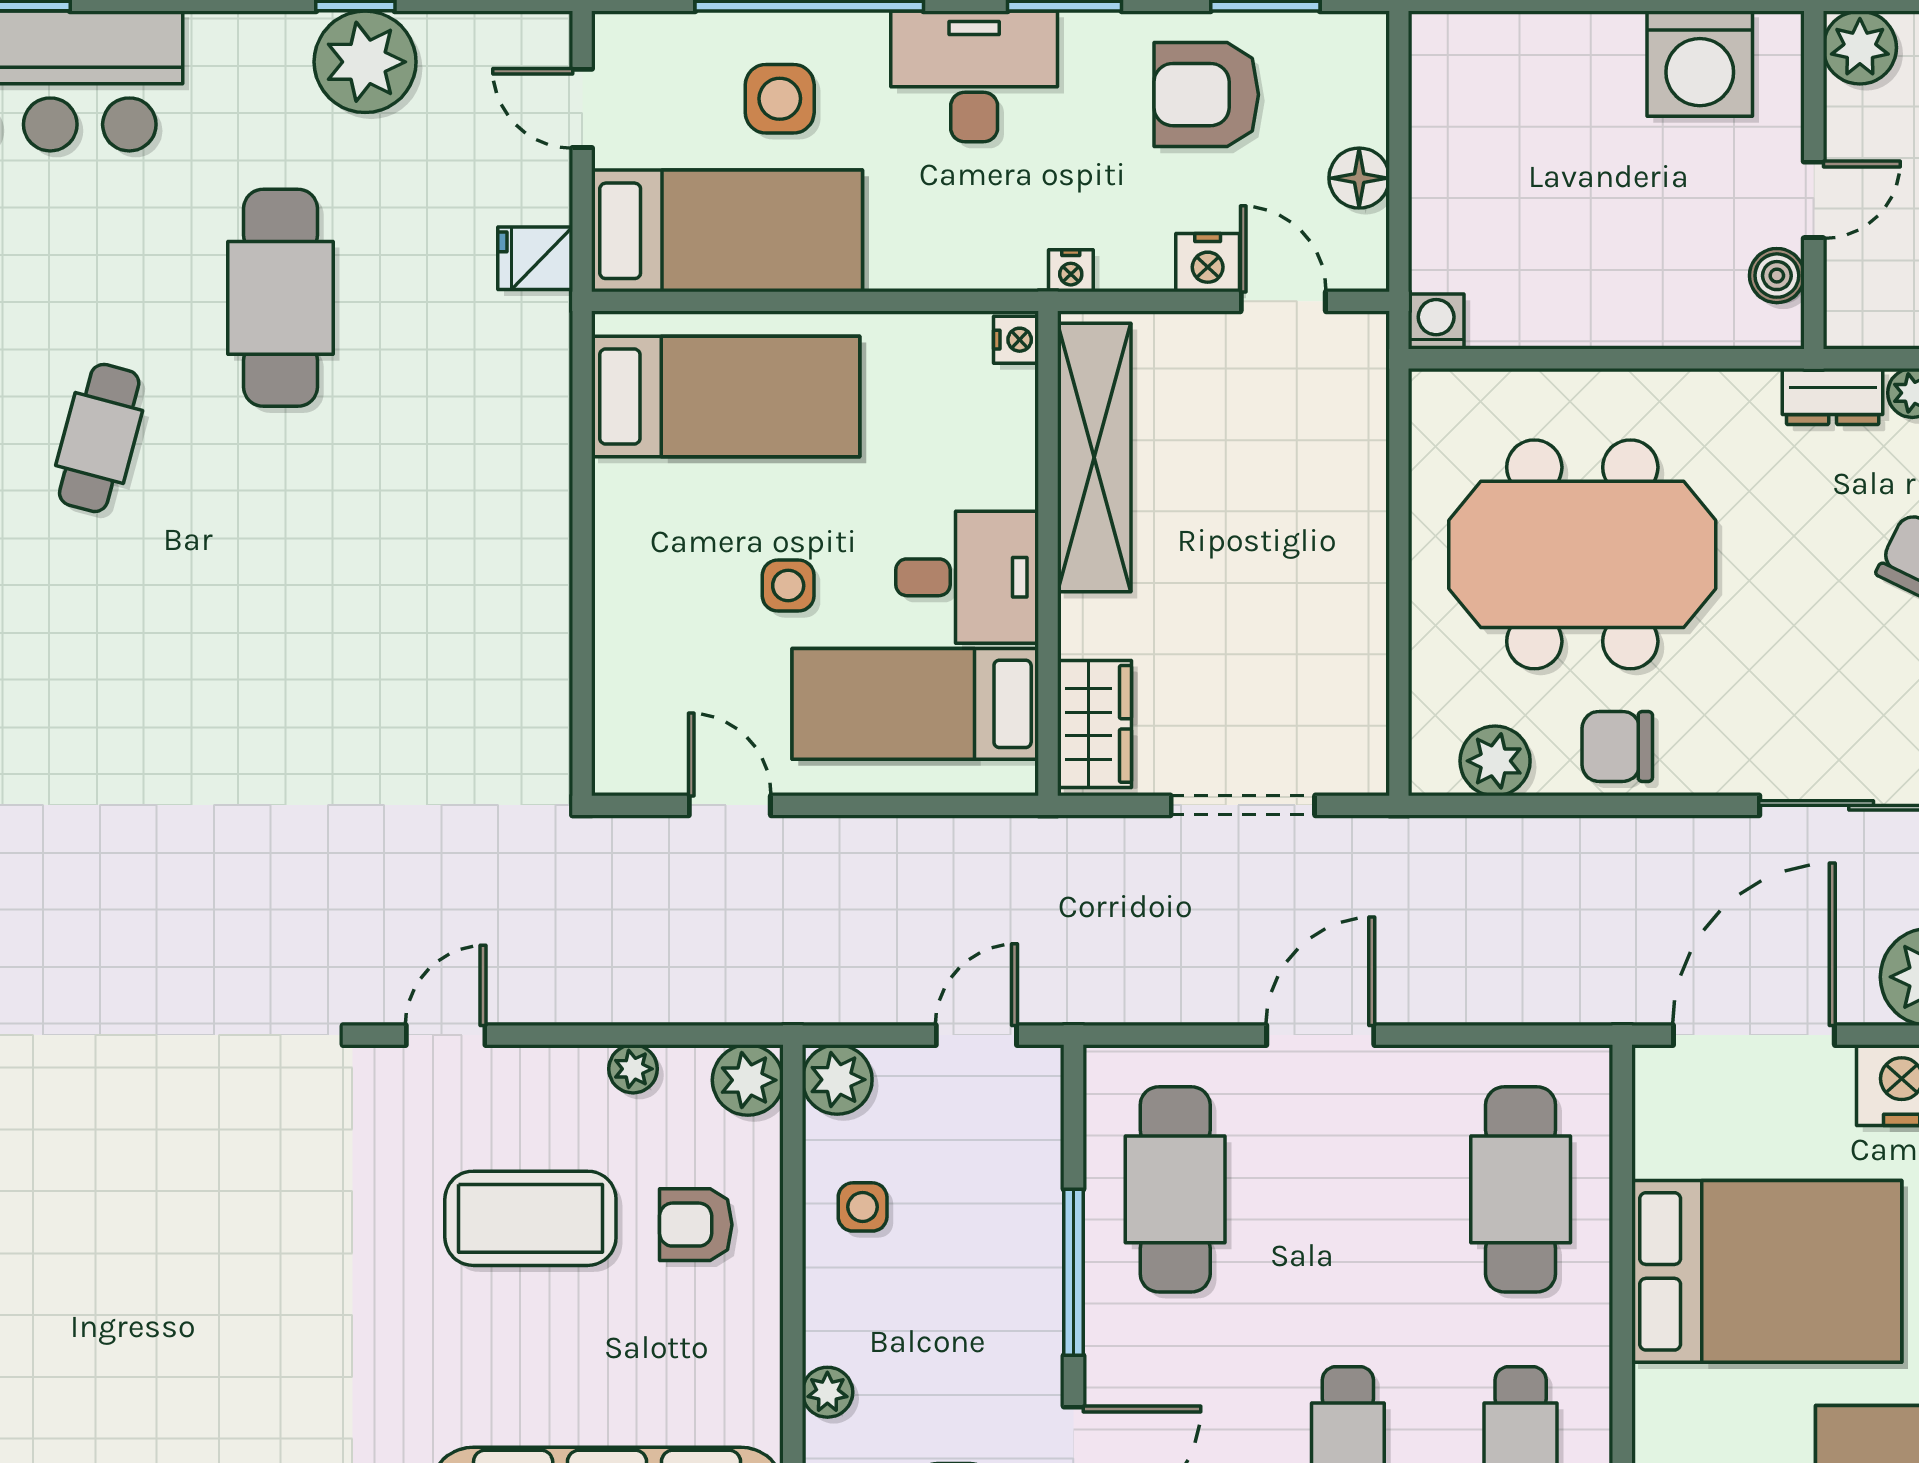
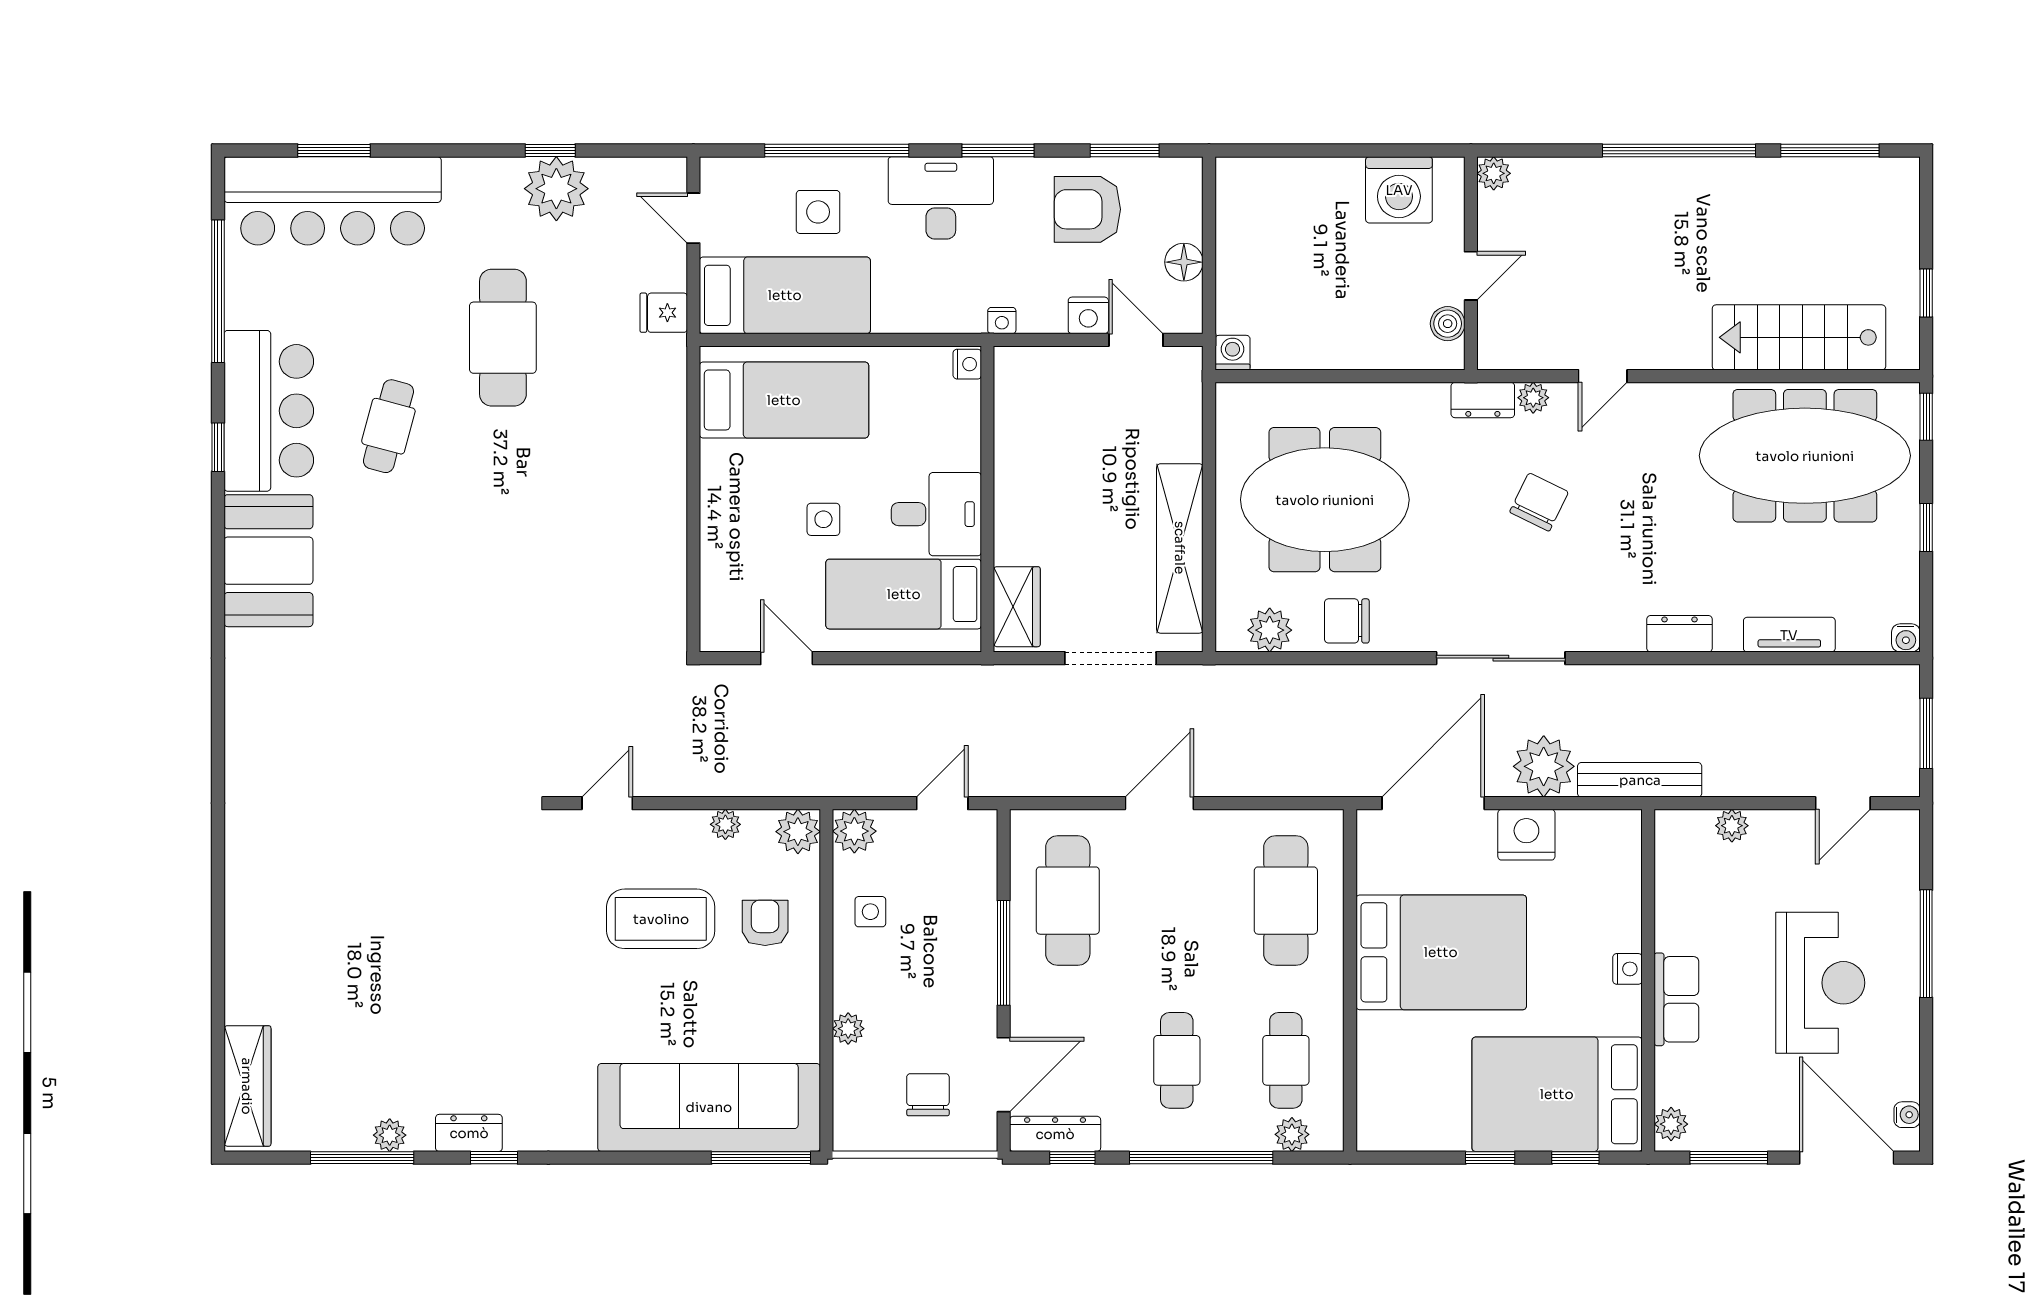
plant: (1860, 48) -> (1494, 173), width x0.73, depth x0.73
shelving: (1094, 458) -> (1180, 548), moved
armchair: (696, 1225) -> (765, 923), turned 90

